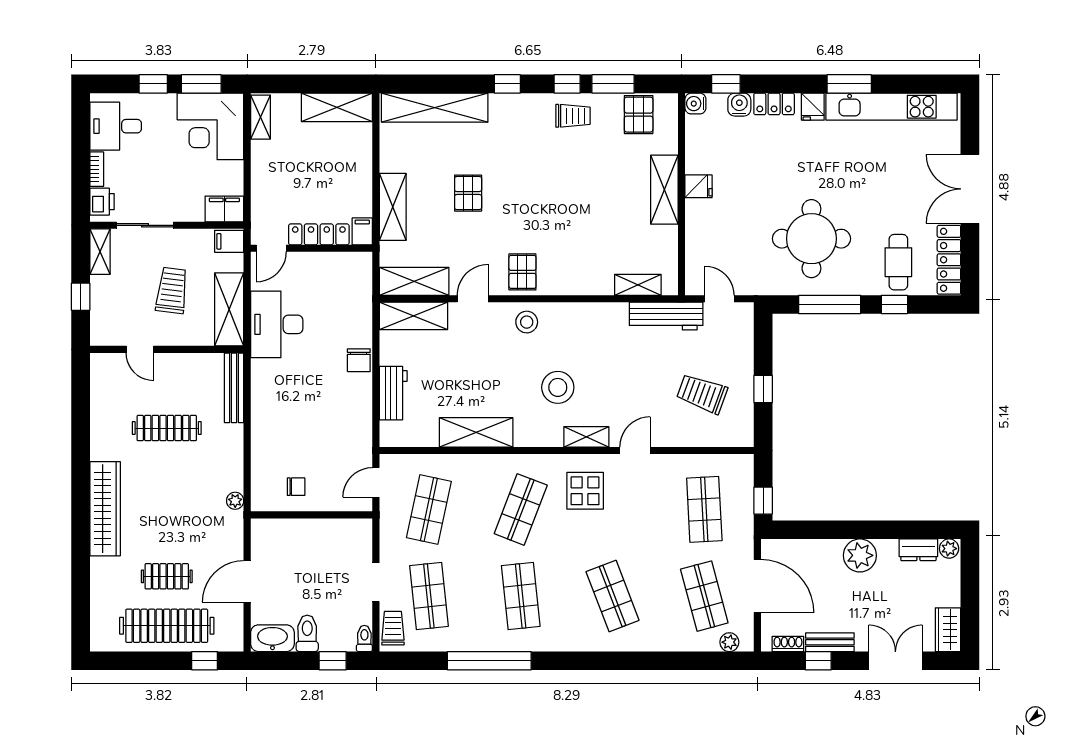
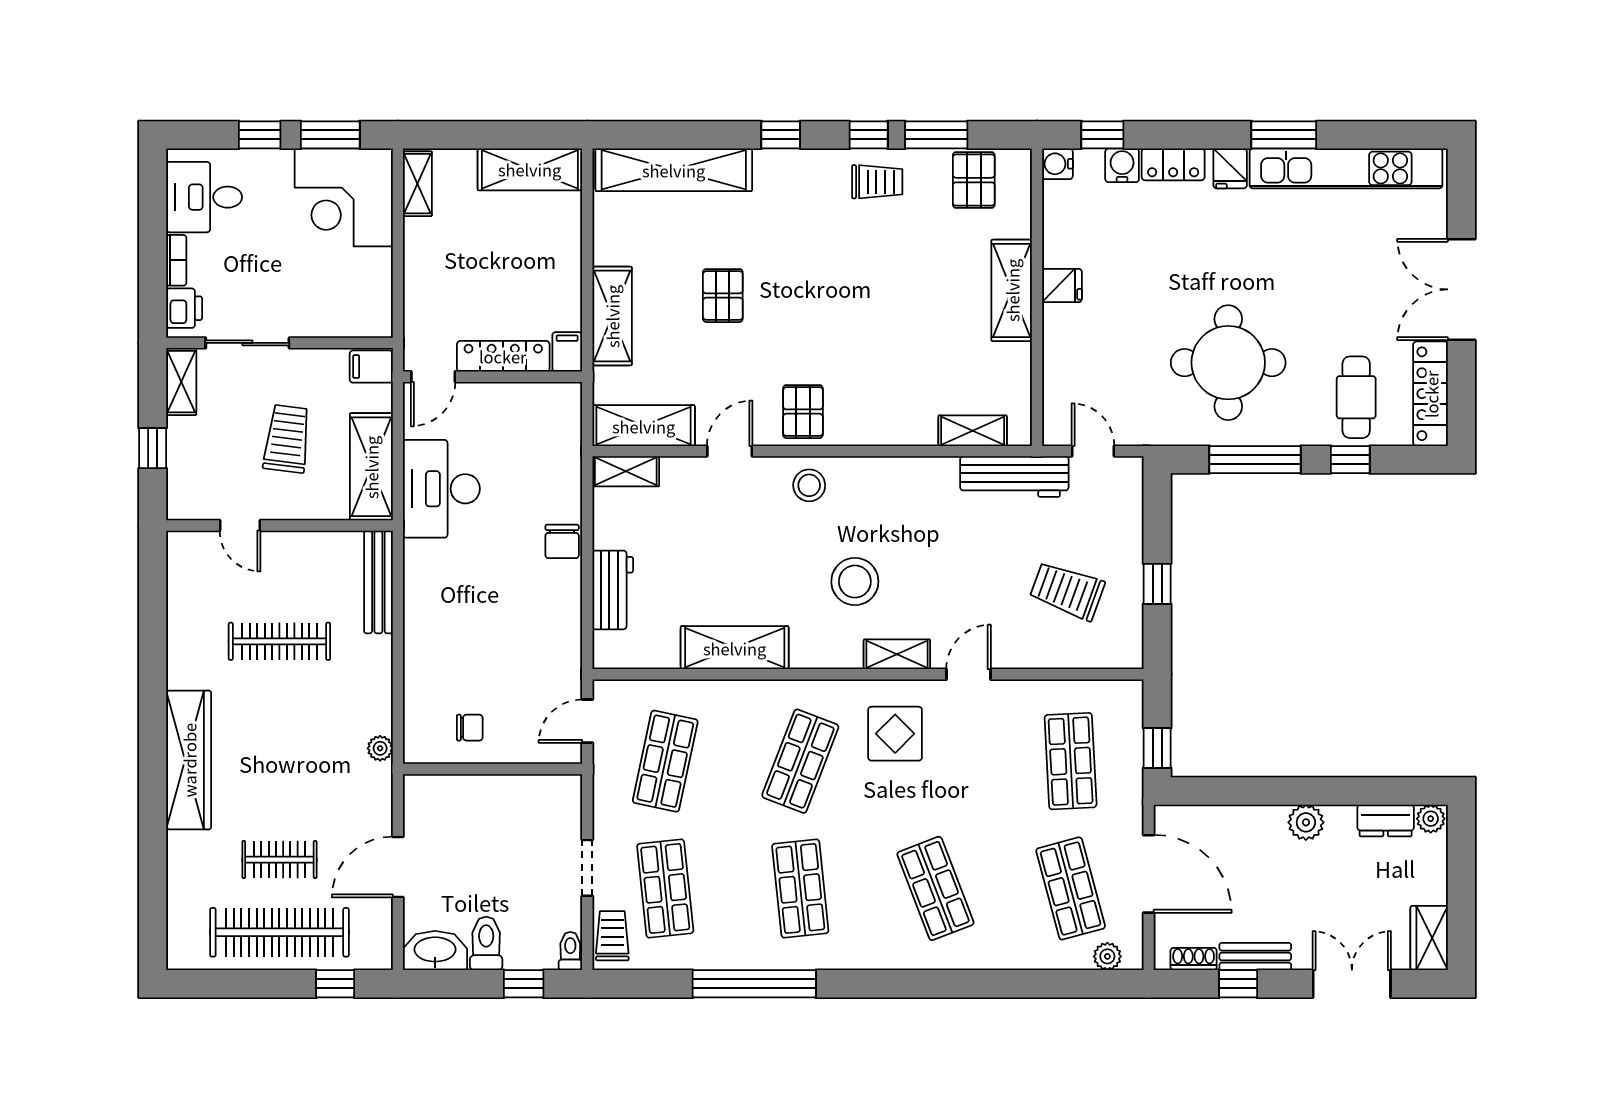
filing cabinet: (224, 209) -> (364, 319), removed
shelving: (413, 316) -> (626, 471), width x0.67, depth x0.75
plant: (860, 555) -> (1306, 822), width x0.73, depth x0.73

